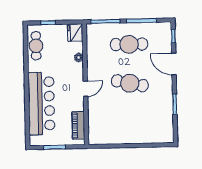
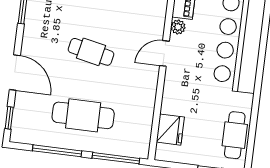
fridge: (75, 33) -> (170, 130), moved
plant: (79, 58) -> (178, 27), moved
cafe table: (130, 83) -> (91, 52), width x0.73, depth x0.74

